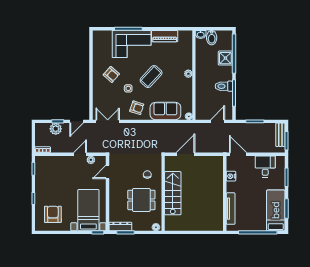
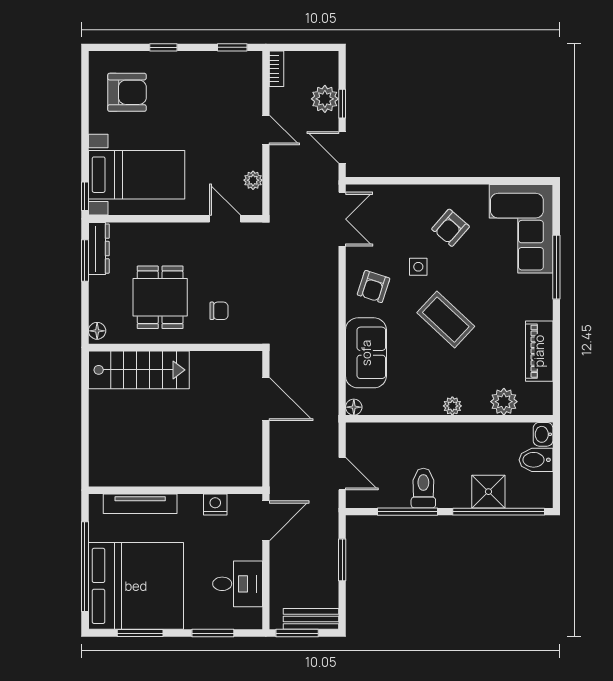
corner sofa: (132, 44) -> (521, 229), moved
plant: (187, 51) -> (504, 402), added
door: (80, 154) -> (266, 130), moved
stairs: (173, 193) -> (139, 370), moved
bed: (276, 210) -> (136, 586), width x2.04

